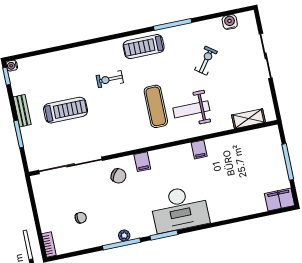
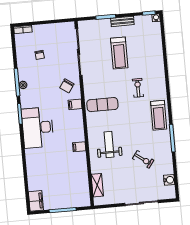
treadmill: (144, 47) -> (159, 115), turned 180
exercise mat: (156, 106) -> (102, 105), moved

